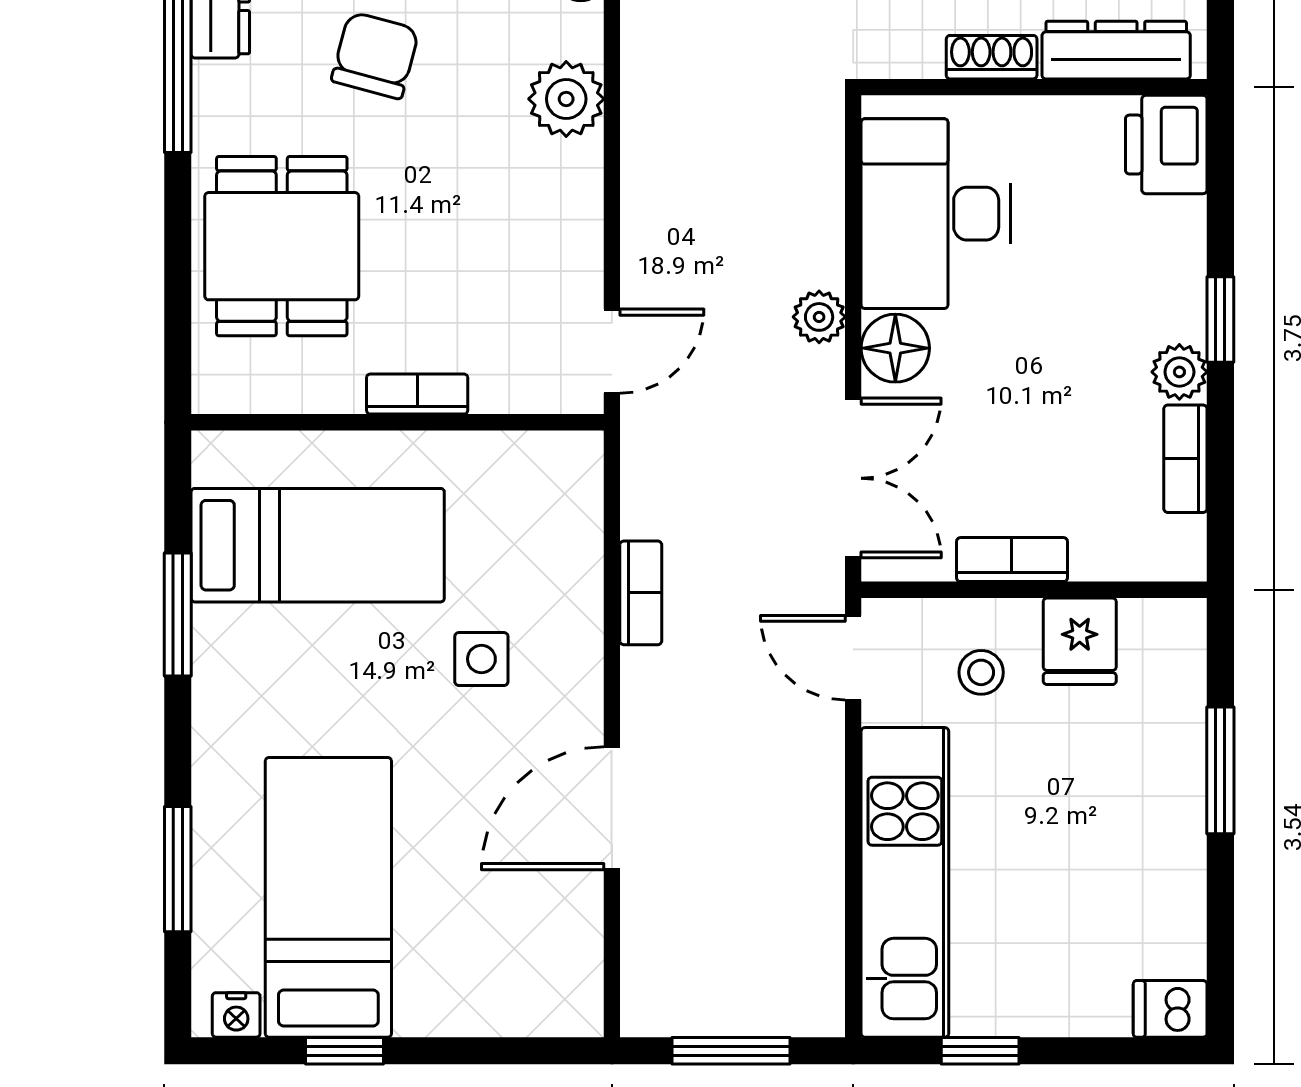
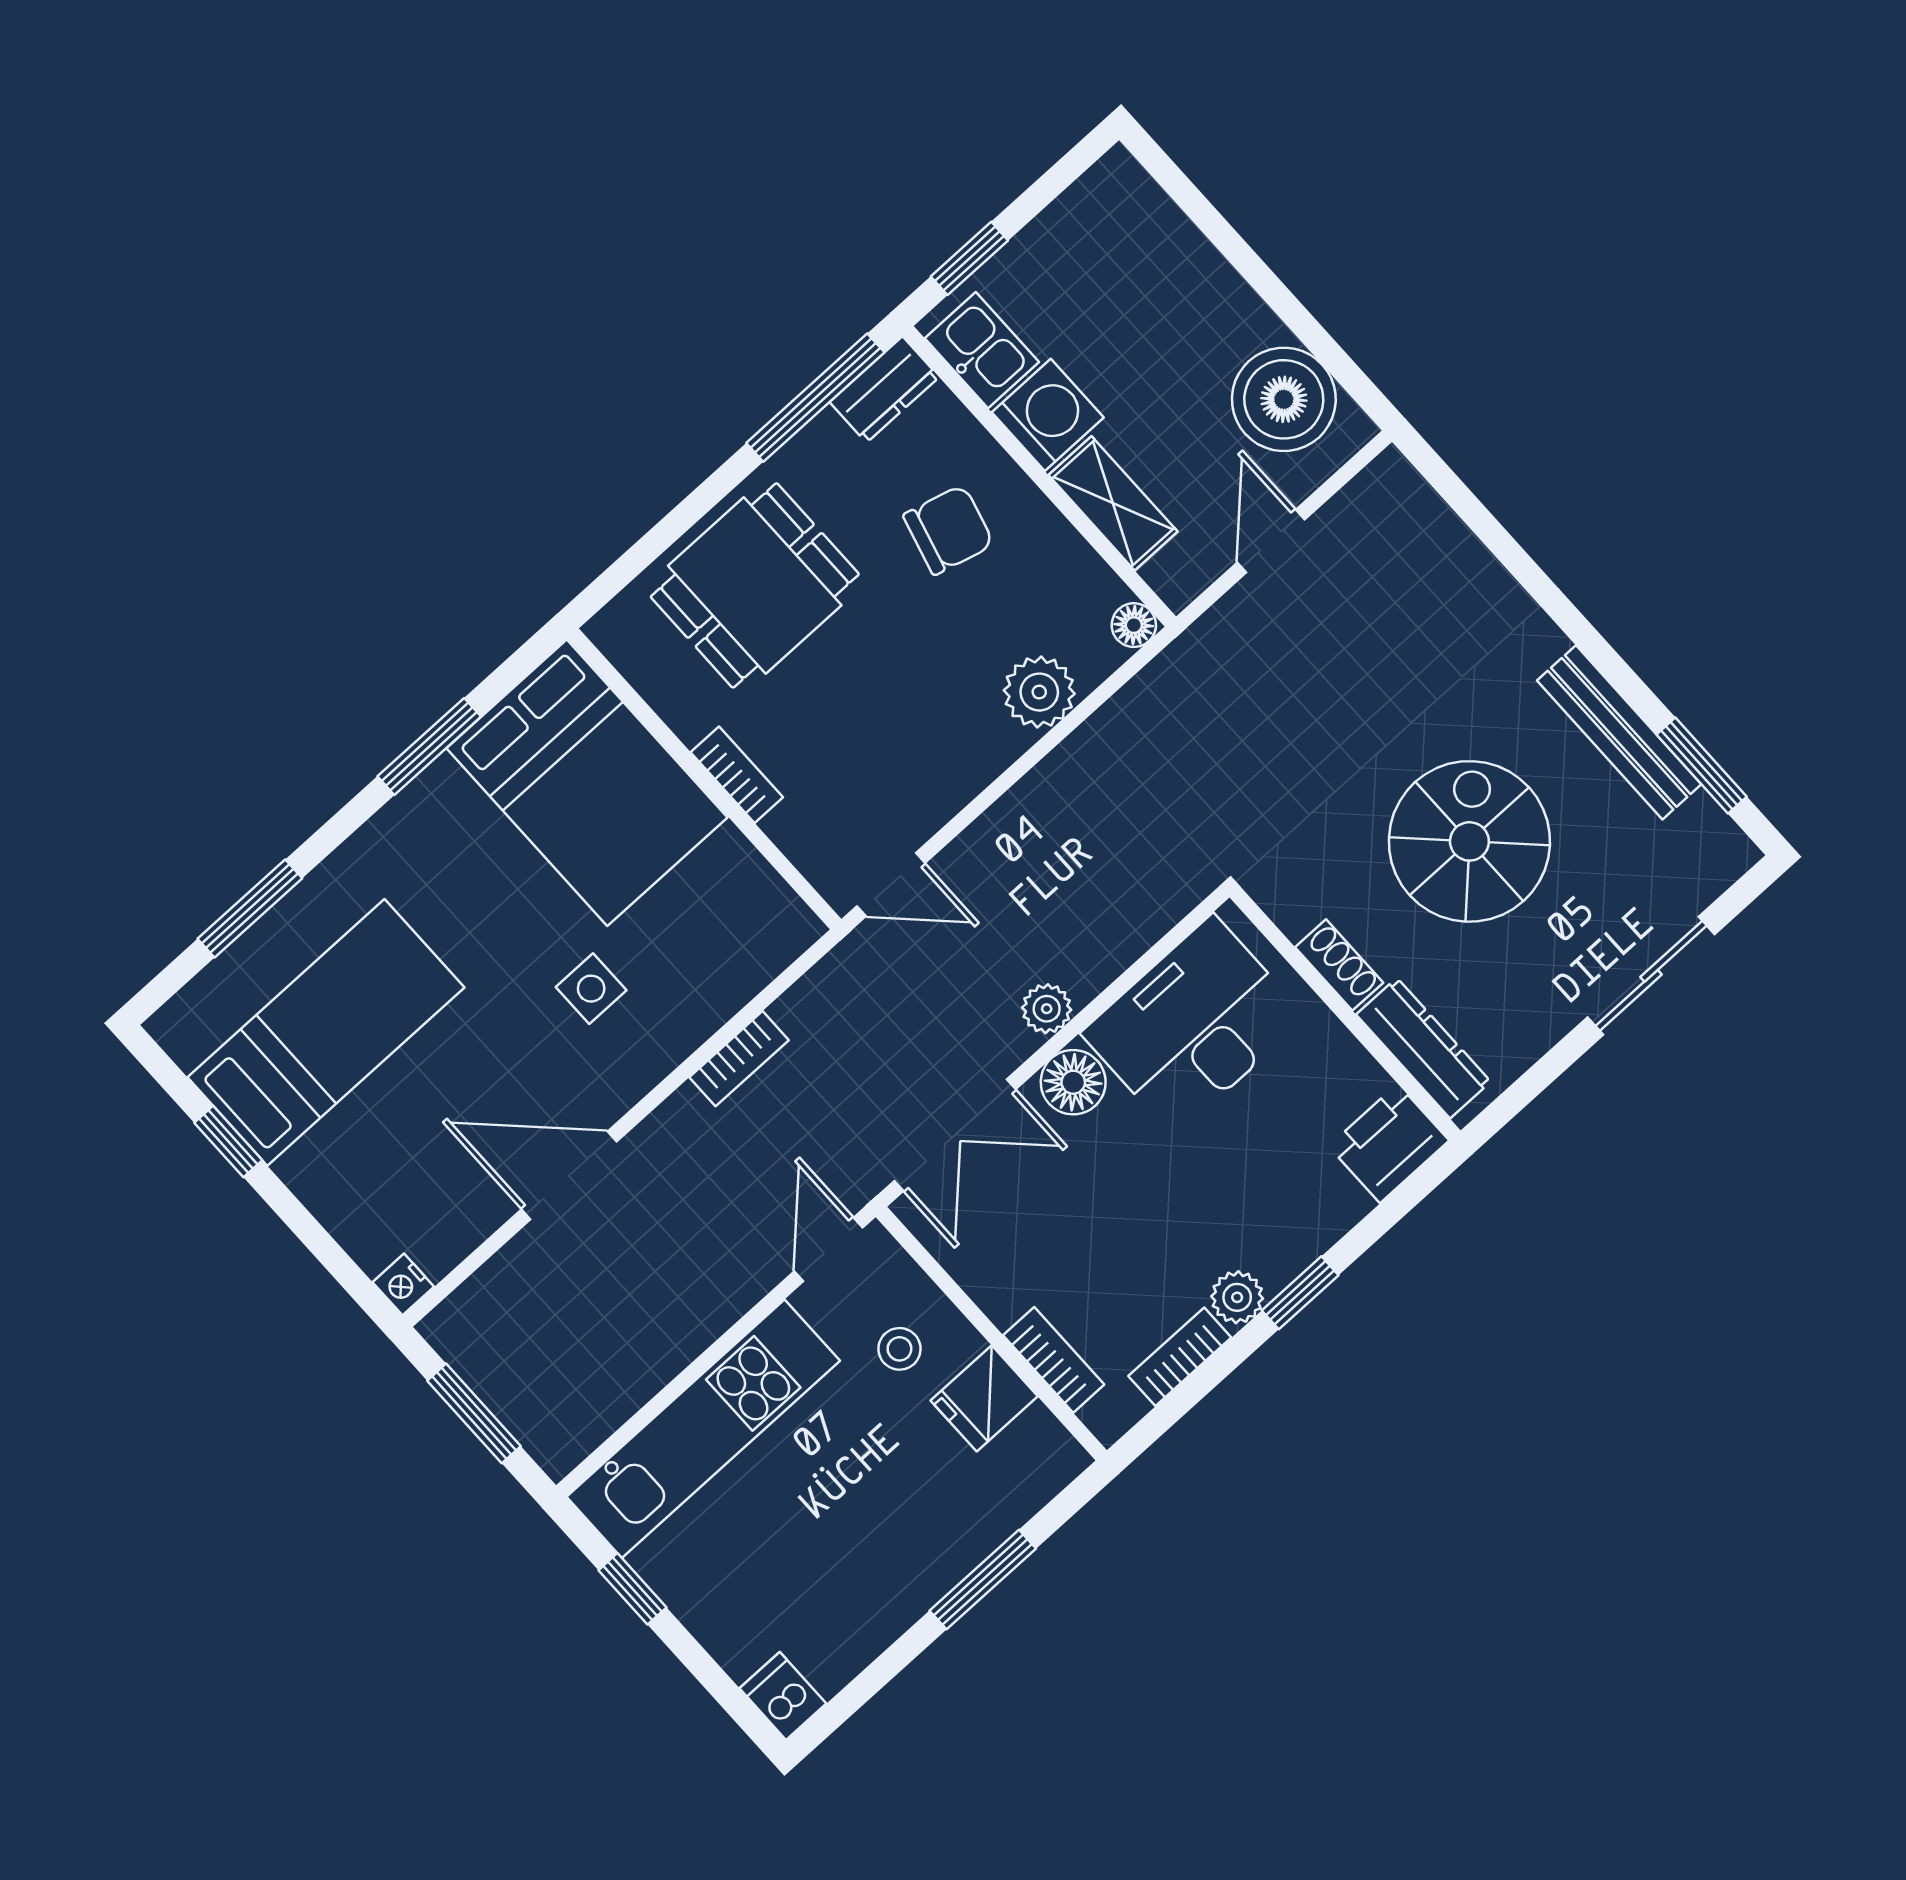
bed: (318, 545) -> (587, 783), width x1.50
bookcase: (1012, 560) -> (1054, 1360), moved
nightstand: (236, 1015) -> (403, 1284), moved

